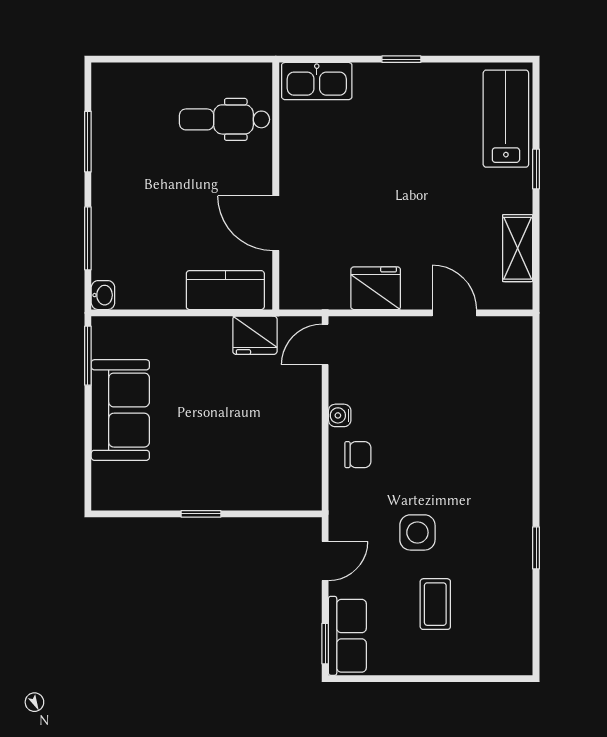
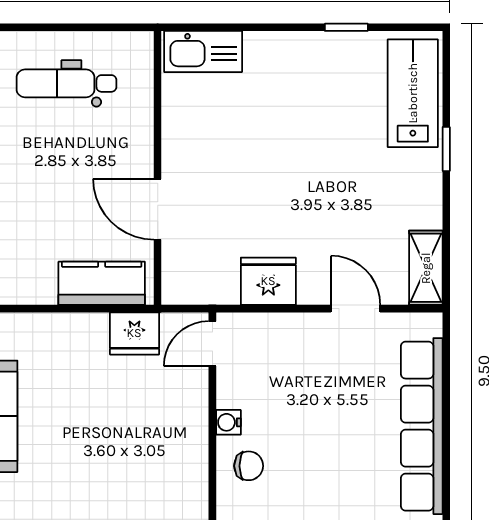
window: (401, 59) -> (346, 27), moved
dental chair: (225, 119) -> (66, 83), moved
shelving: (518, 248) -> (426, 268), moved
row of seats: (514, 419) -> (422, 426), added

